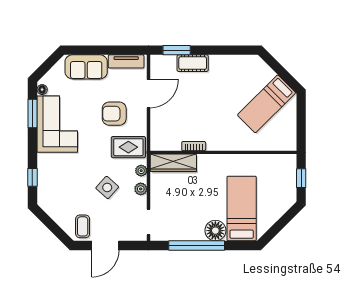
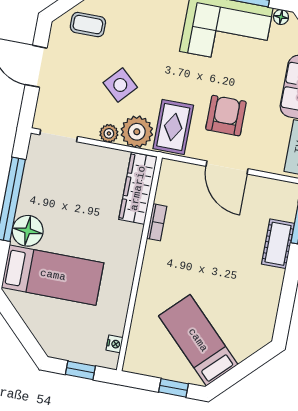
door: (148, 94) -> (227, 167), moved
window: (301, 114) -> (174, 388), added
nightstand: (279, 159) -> (115, 344), added
plant: (141, 171) -> (137, 132), width x1.87, depth x1.87
coffee table: (83, 226) -> (88, 25), moved

